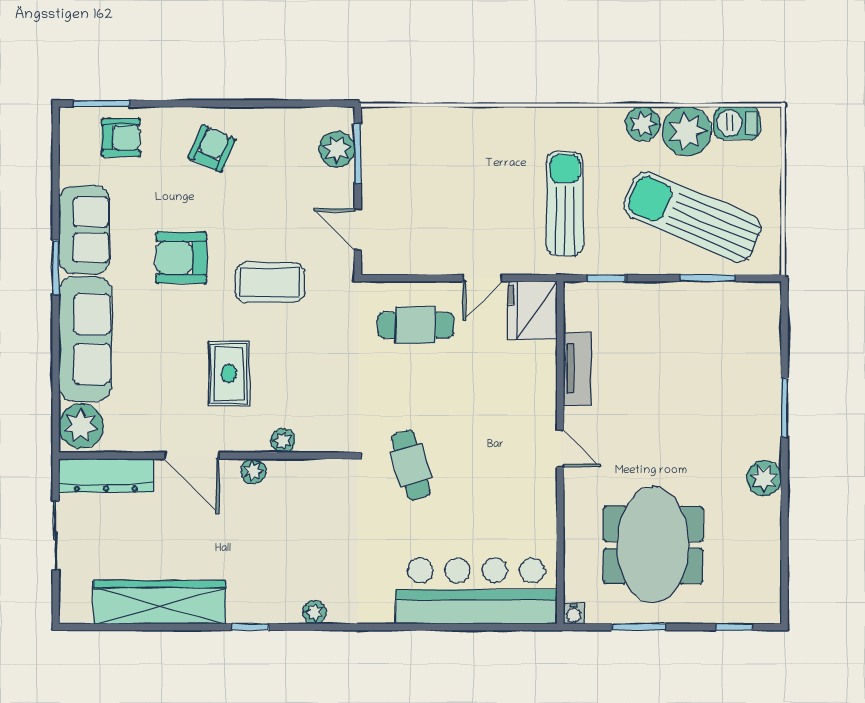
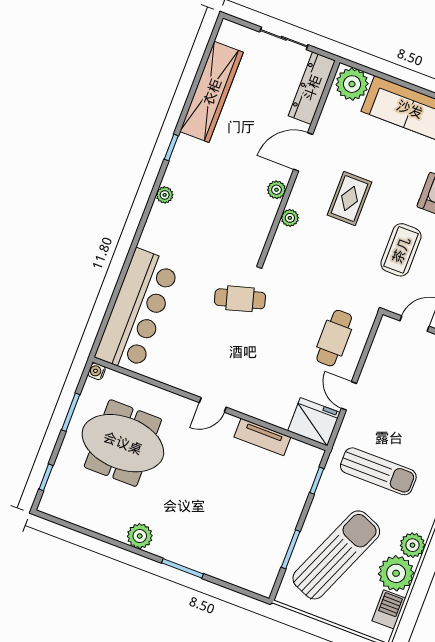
rug: (229, 373) -> (350, 198), turned 90

